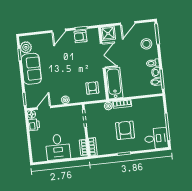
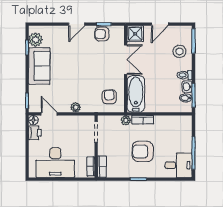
door: (44, 108) -> (49, 114), hinge flipped
armchair: (125, 130) -> (143, 151), turned -90
desk: (58, 147) -> (55, 163), width x1.37

